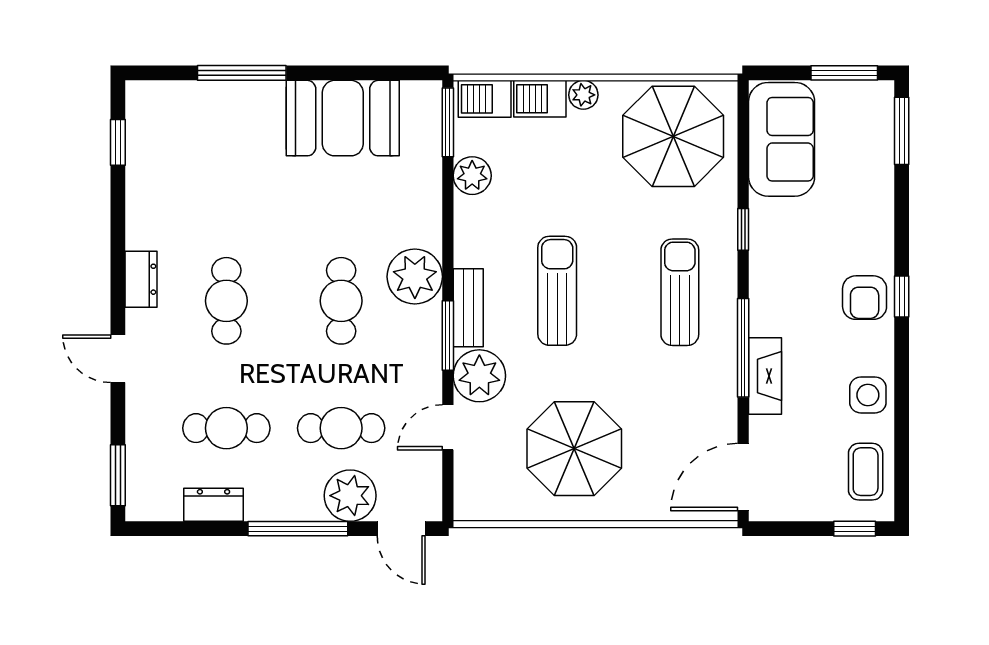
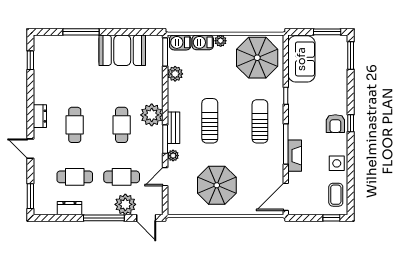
plant: (479, 376) -> (173, 156), width x0.53, depth x0.53

